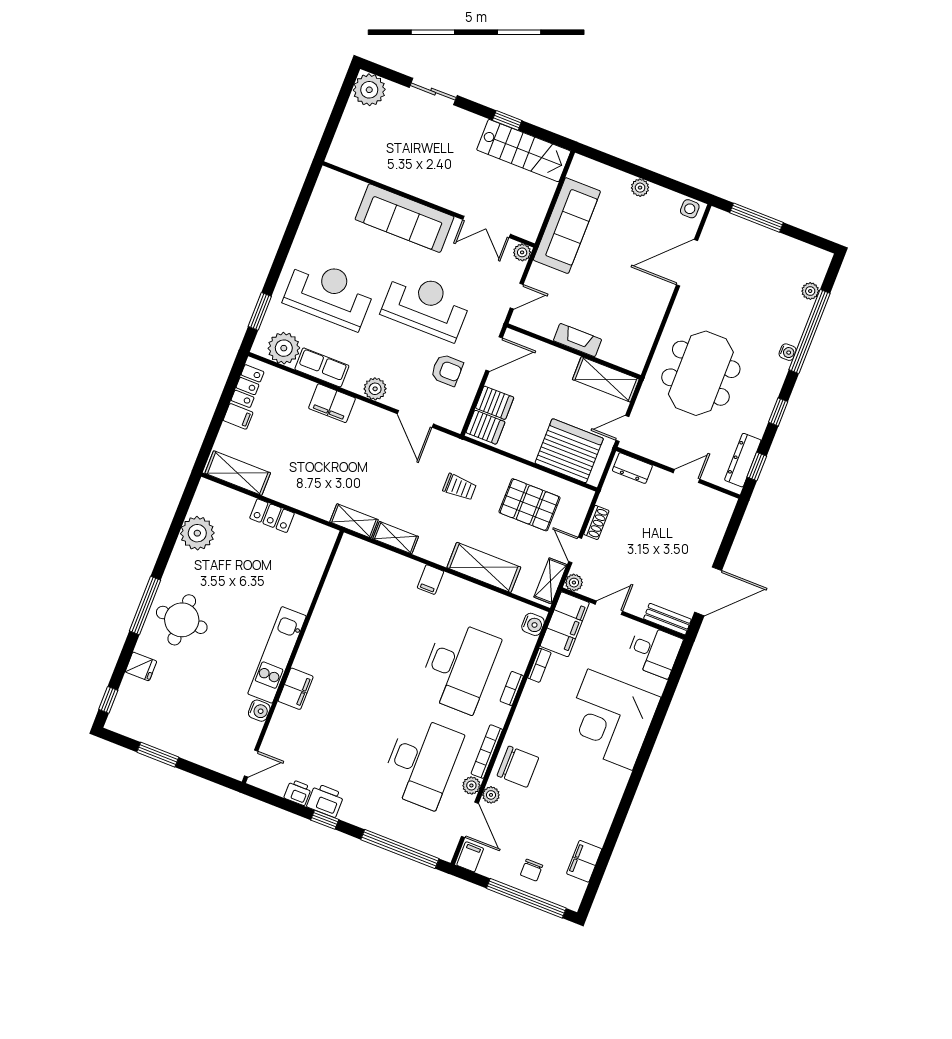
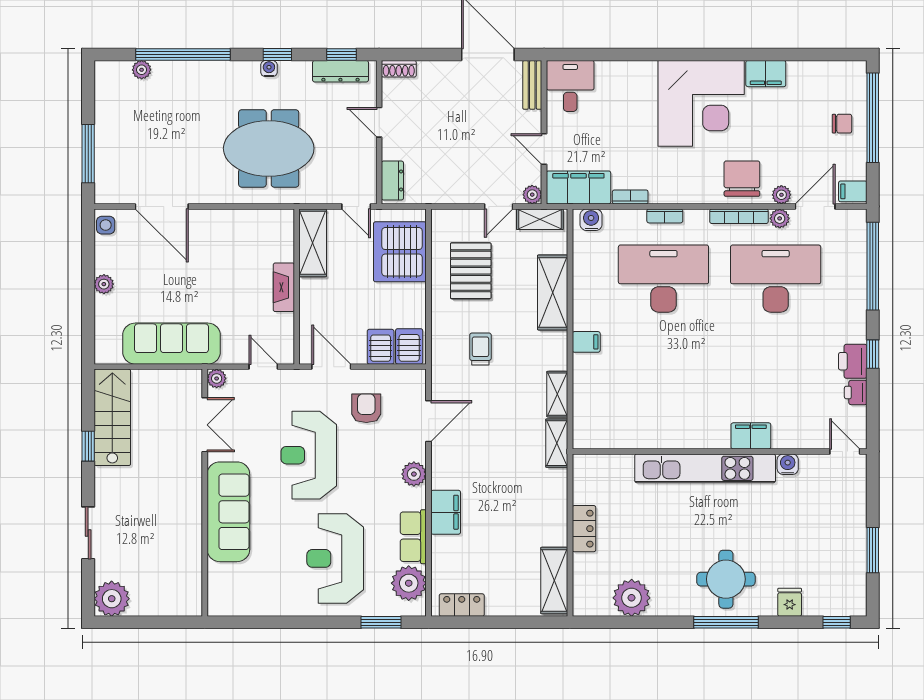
water cooler: (788, 352) -> (269, 69), moved
filing cabinet: (238, 416) -> (496, 603), removed
shoe rack: (596, 522) -> (399, 69), moved, turned 180
kitchen unit: (277, 655) -> (705, 468), width x1.36
corner desk: (610, 720) -> (701, 103), moved
filing cabinet: (584, 861) -> (766, 74), moved

